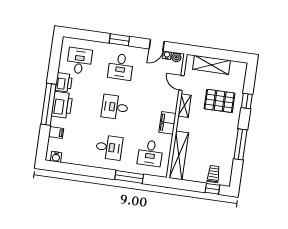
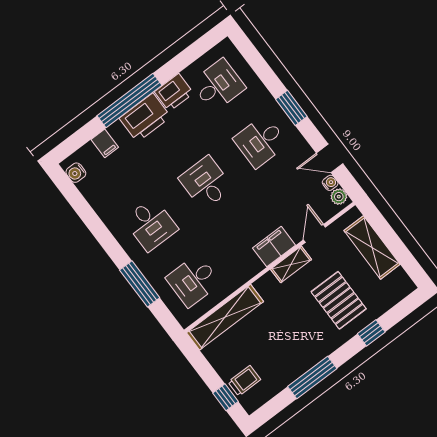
filing cabinet: (167, 123) -> (274, 247), moved

